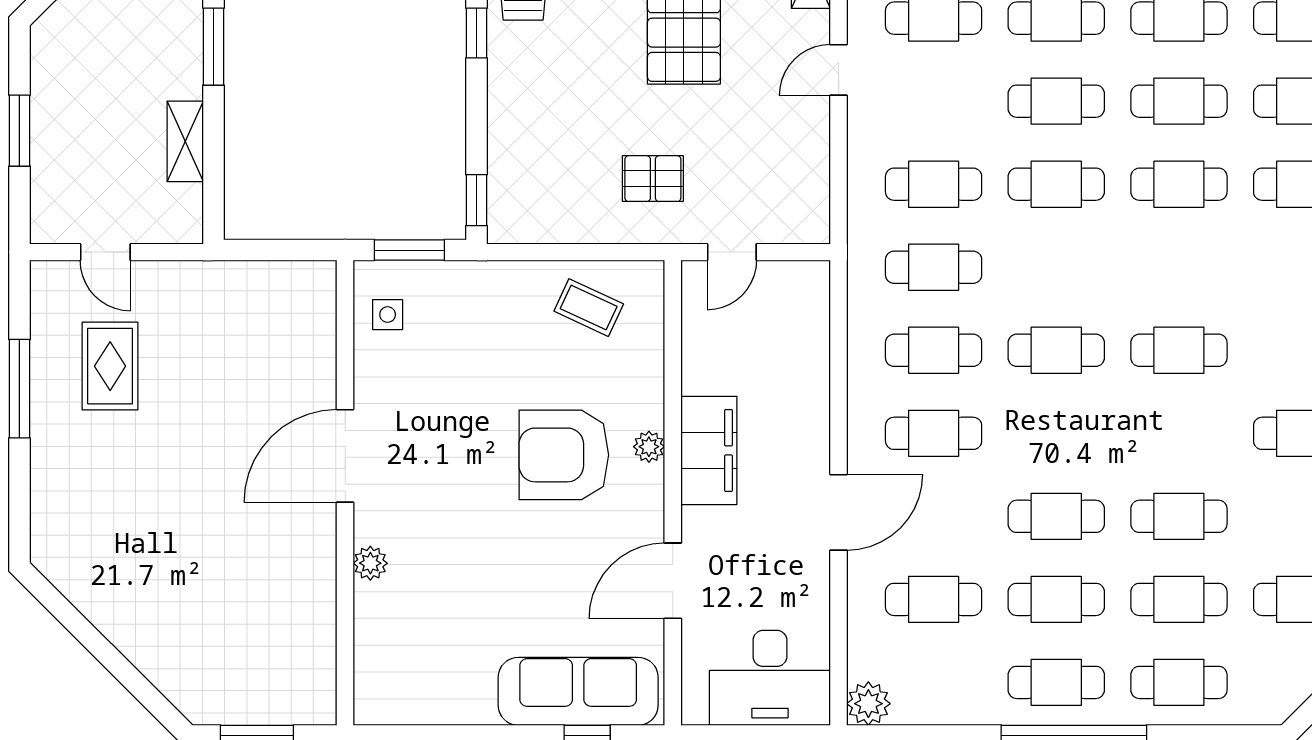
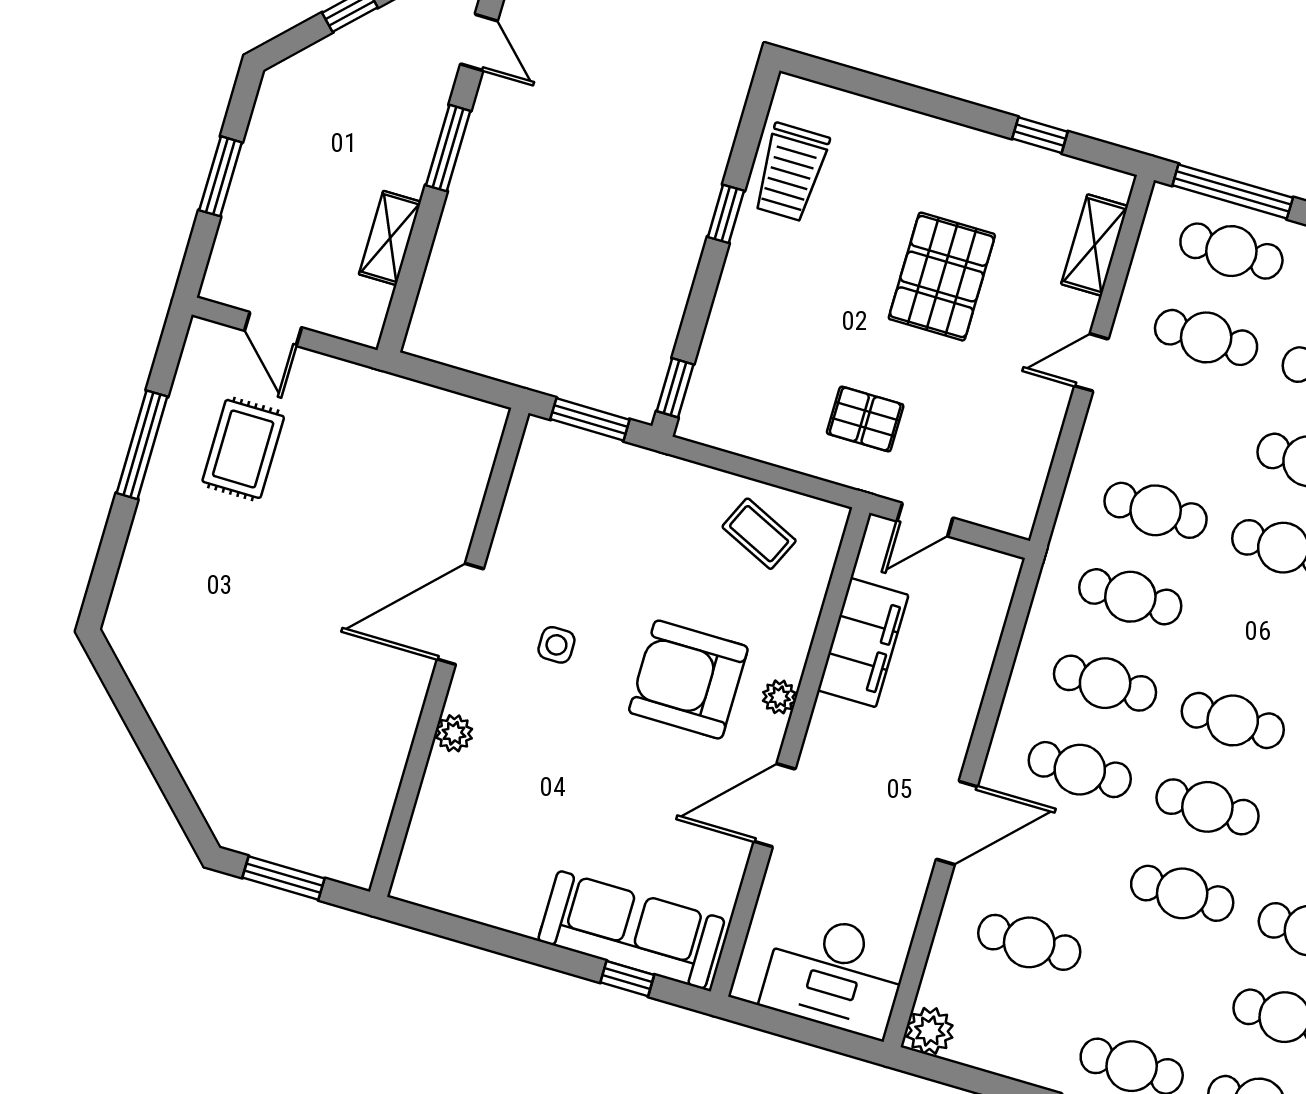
side table: (388, 315) -> (556, 645), moved
filing cabinet: (709, 450) -> (863, 643), moved
door: (673, 581) -> (775, 805), moved
cafe table: (1056, 599) -> (1207, 807), moved

